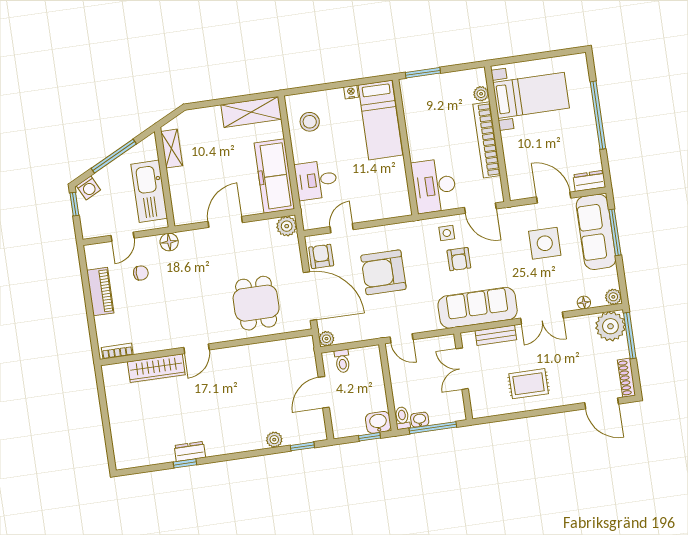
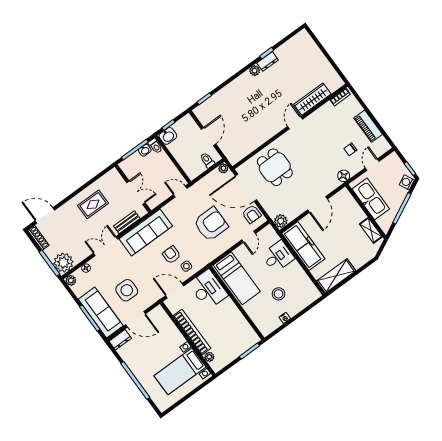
bed: (380, 120) -> (237, 278), moved, turned 180
stool: (310, 122) -> (279, 294), moved
plant: (274, 440) -> (255, 71), moved

